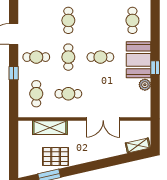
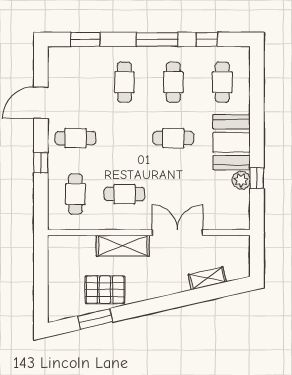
cafe table: (68, 57) -> (173, 82), moved
window: (155, 68) -> (257, 178), moved
double door: (103, 119) -> (177, 232), swing flipped
shelving: (50, 128) -> (123, 246), moved
shelving: (138, 145) -> (207, 278), moved

